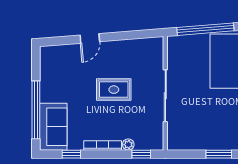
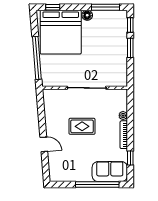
rug: (114, 90) -> (82, 126), turned 90
window: (141, 154) -> (130, 106), removed

